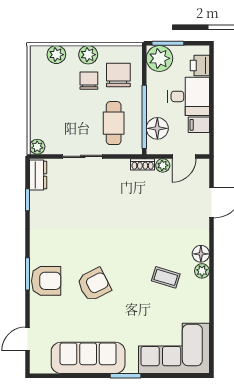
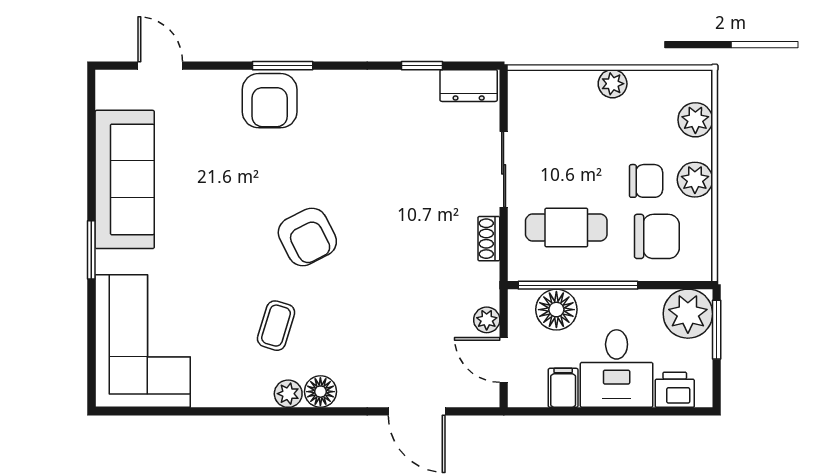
plant: (37, 147) -> (613, 84), moved
shoe rack: (143, 164) -> (489, 239), moved
armchair: (94, 285) -> (307, 237), moved

